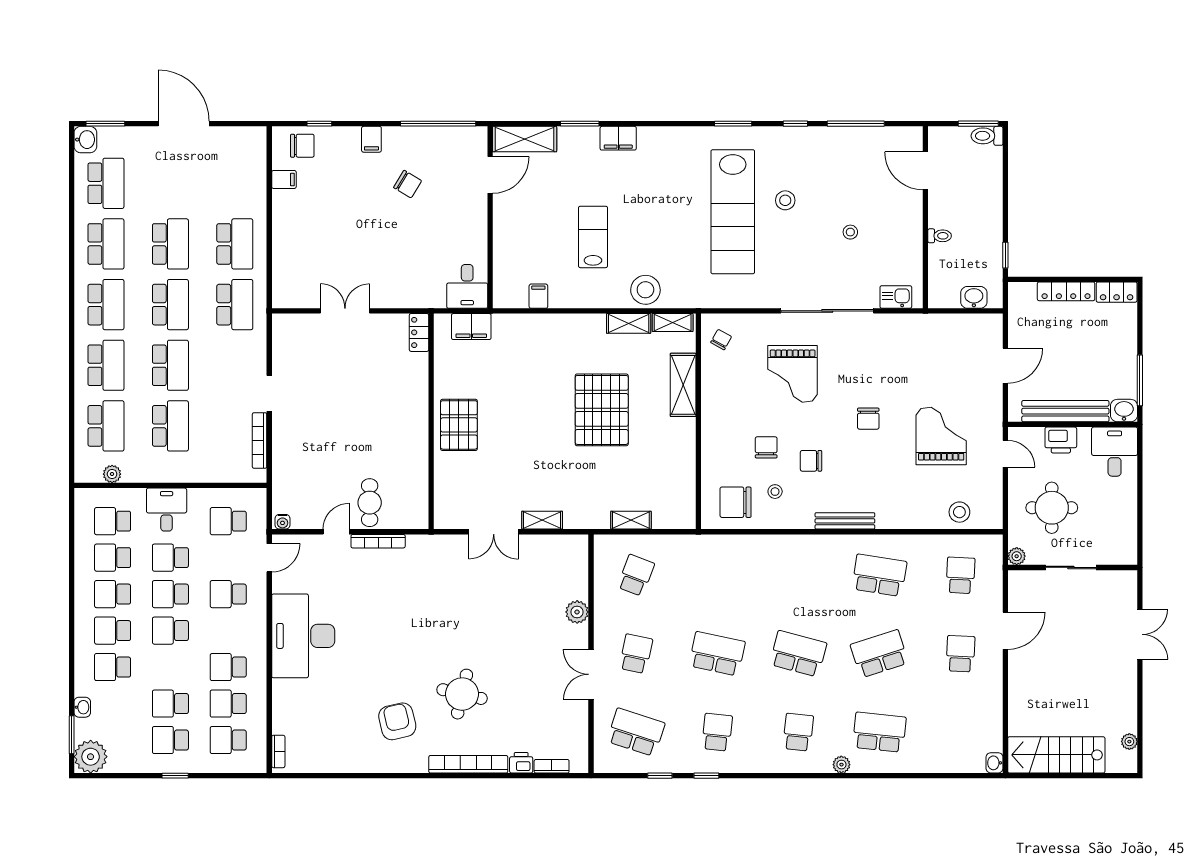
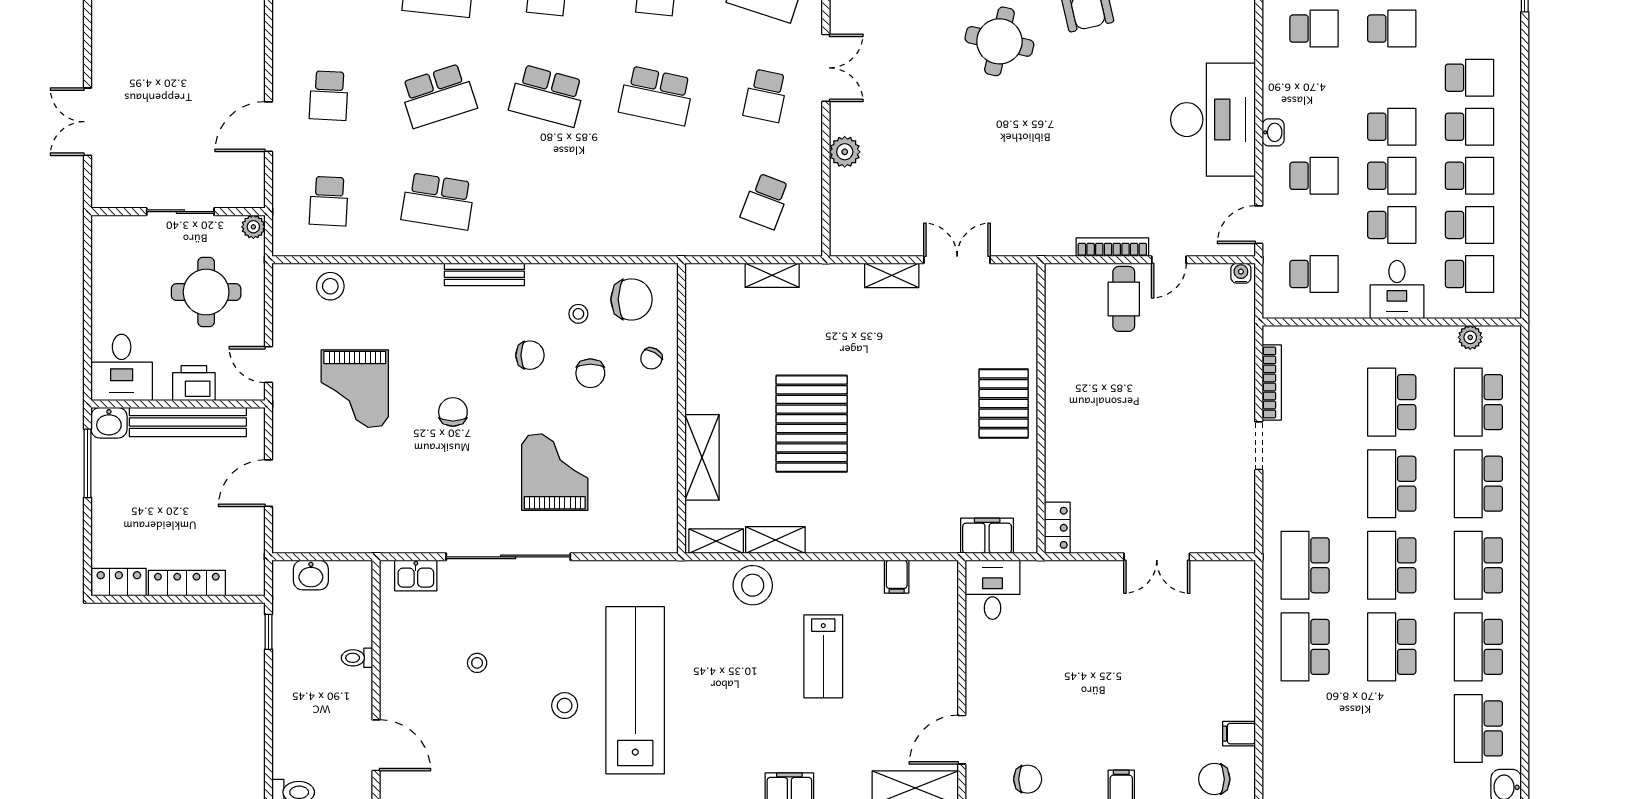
chair: (408, 184) -> (1028, 779), moved, turned 149
chair: (721, 340) -> (651, 358), moved
school desk: (228, 667) -> (1314, 78), removed
washbasin: (82, 707) -> (1273, 132), moved, turned 180

